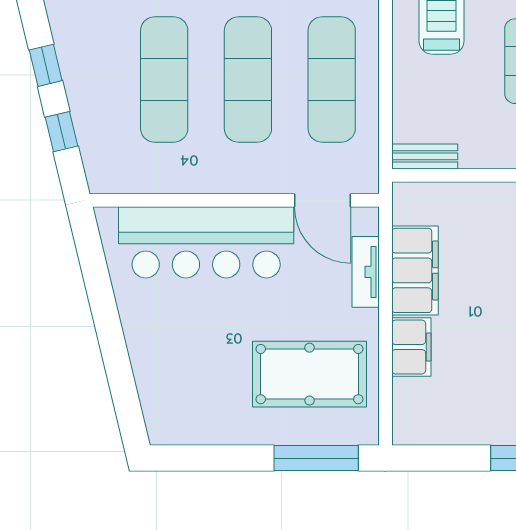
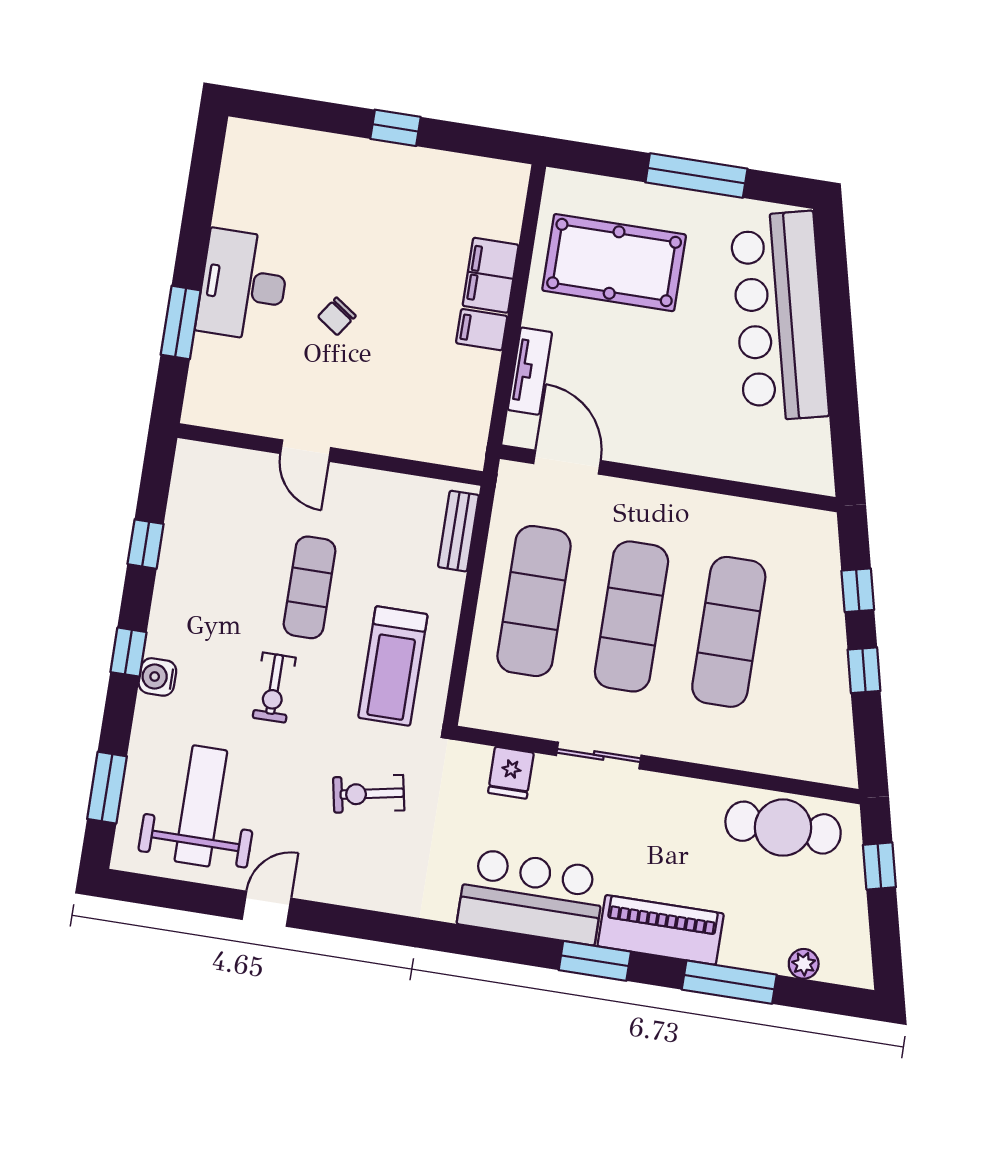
bench: (425, 156) -> (458, 531), moved, turned 90
bar counter: (206, 242) -> (779, 317), moved, turned -103
filing cabinet: (415, 270) -> (482, 330), width x0.33, depth x0.86
window: (316, 458) -> (696, 176), moved

